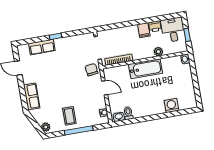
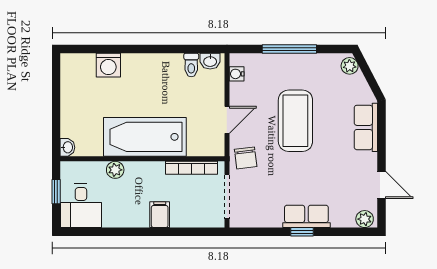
printer: (155, 26) -> (113, 218), removed
filing cabinet: (144, 30) -> (160, 215), moved
row of seats: (42, 47) -> (306, 216), moved
plant: (24, 49) -> (365, 219), added
bathtub: (145, 69) -> (145, 137), width x1.36, depth x1.36
door: (105, 88) -> (227, 120), swing flipped
coffee table: (69, 116) -> (295, 121), moved, width x1.86, depth x1.72

